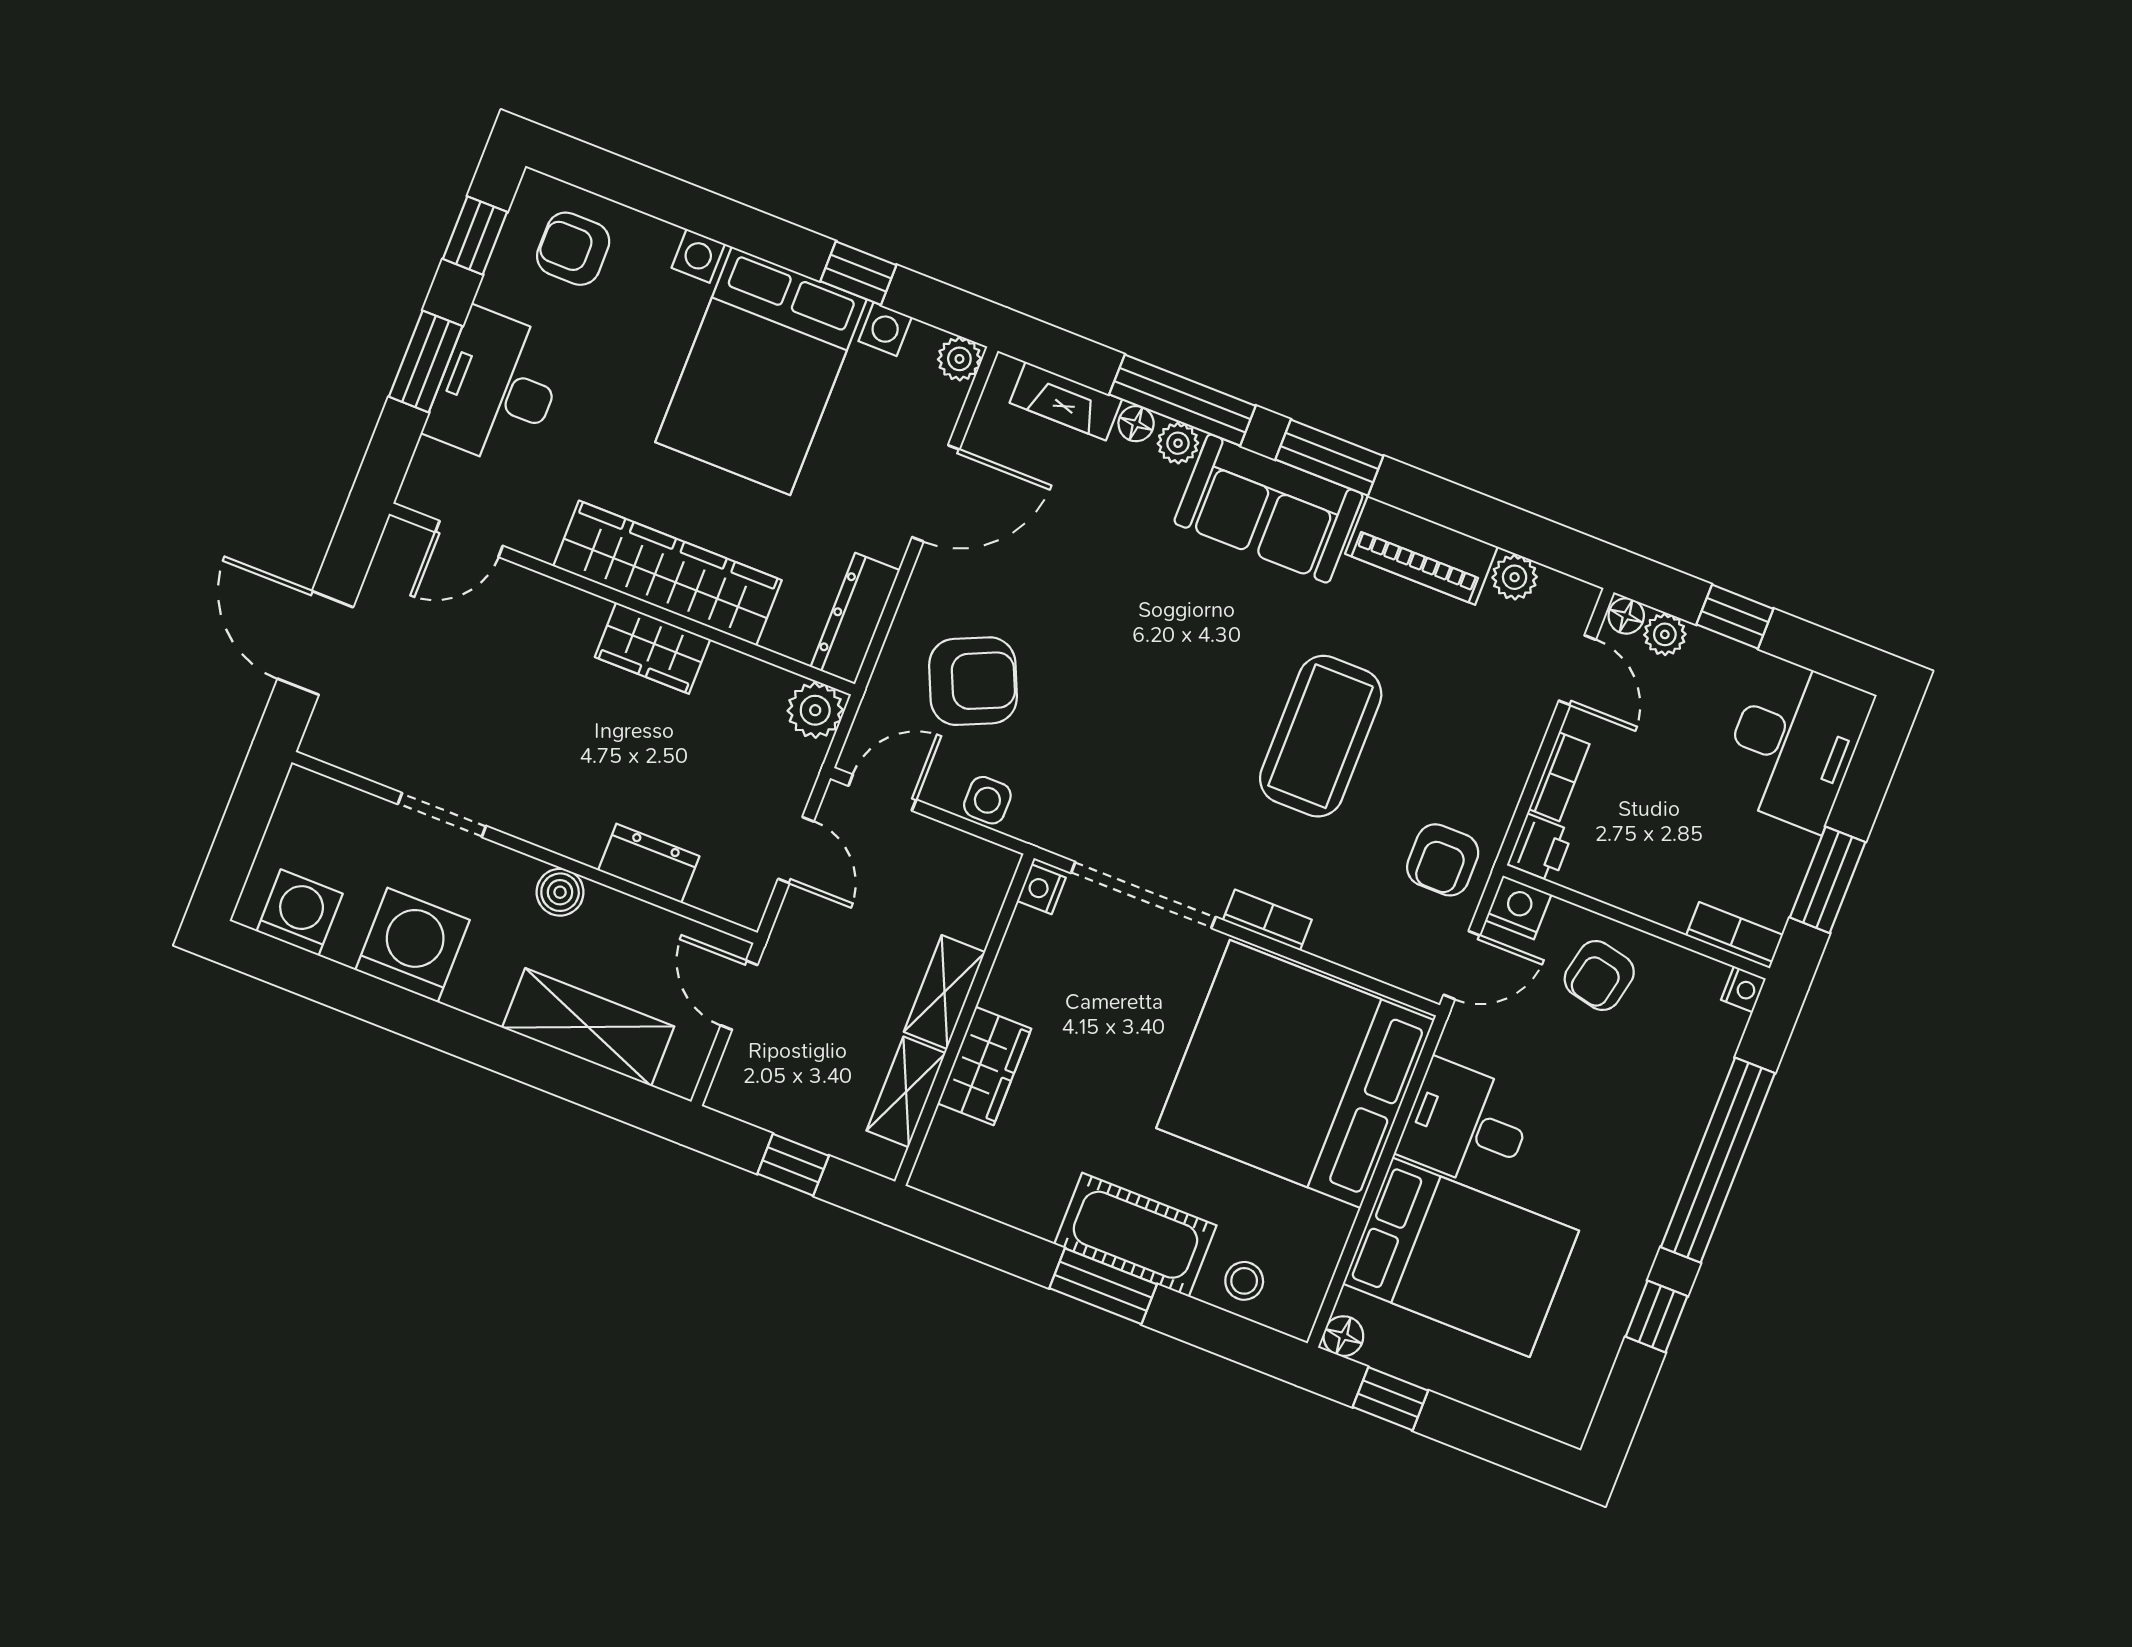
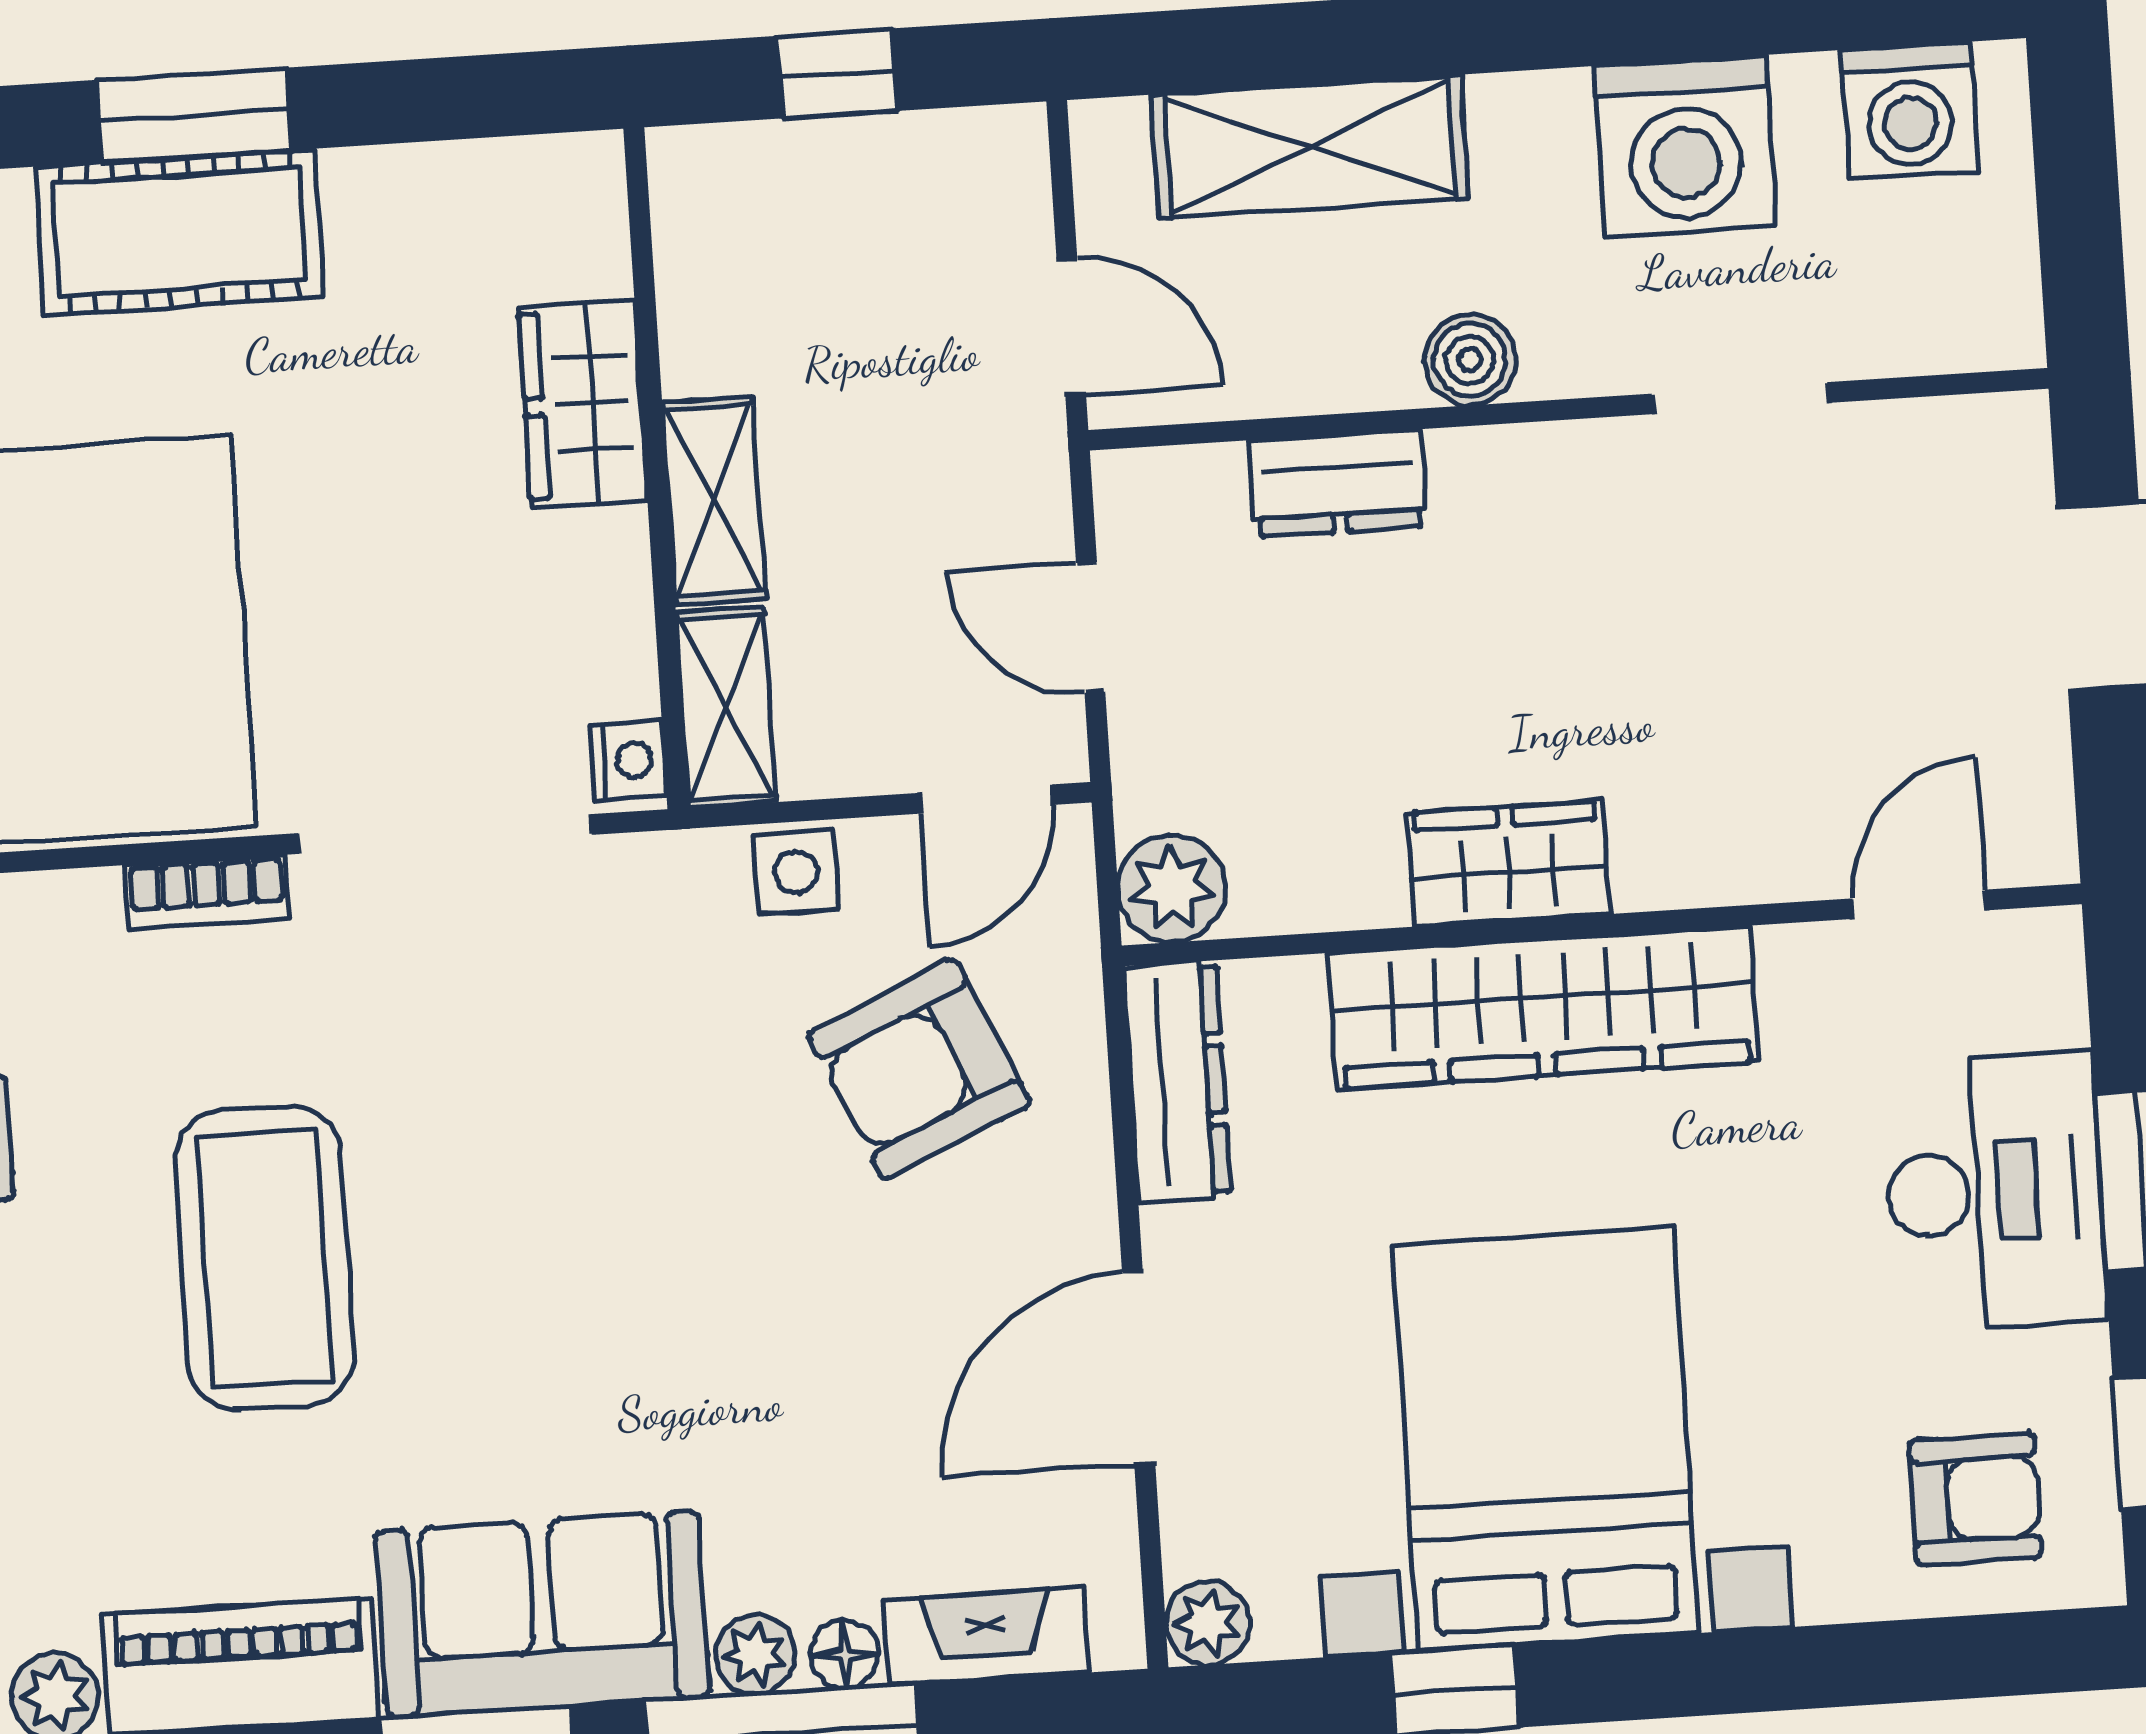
shelving: (906, 1092) -> (726, 707), moved

